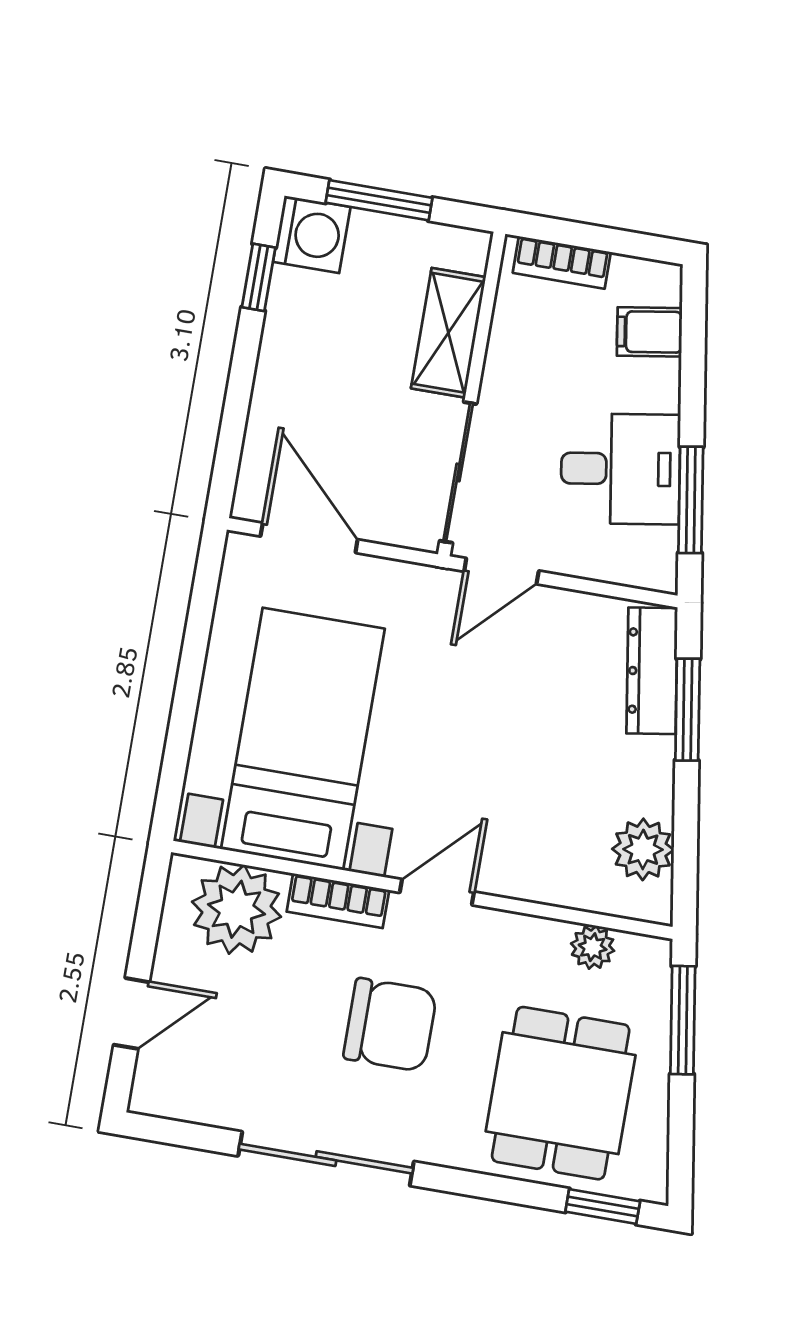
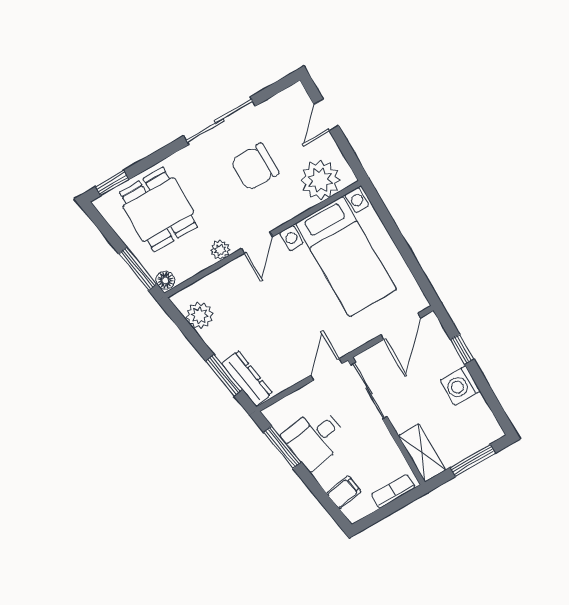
washing machine: (312, 234) -> (460, 386), moved
window: (259, 277) -> (462, 349), moved
shelving: (448, 333) -> (422, 453), moved
door: (309, 538) -> (401, 326), hinge flipped
bookcase: (338, 901) -> (288, 212), removed
plant: (593, 947) -> (220, 250), moved
floor lamp: (651, 960) -> (165, 280), added
chair: (390, 1025) -> (255, 167), moved

